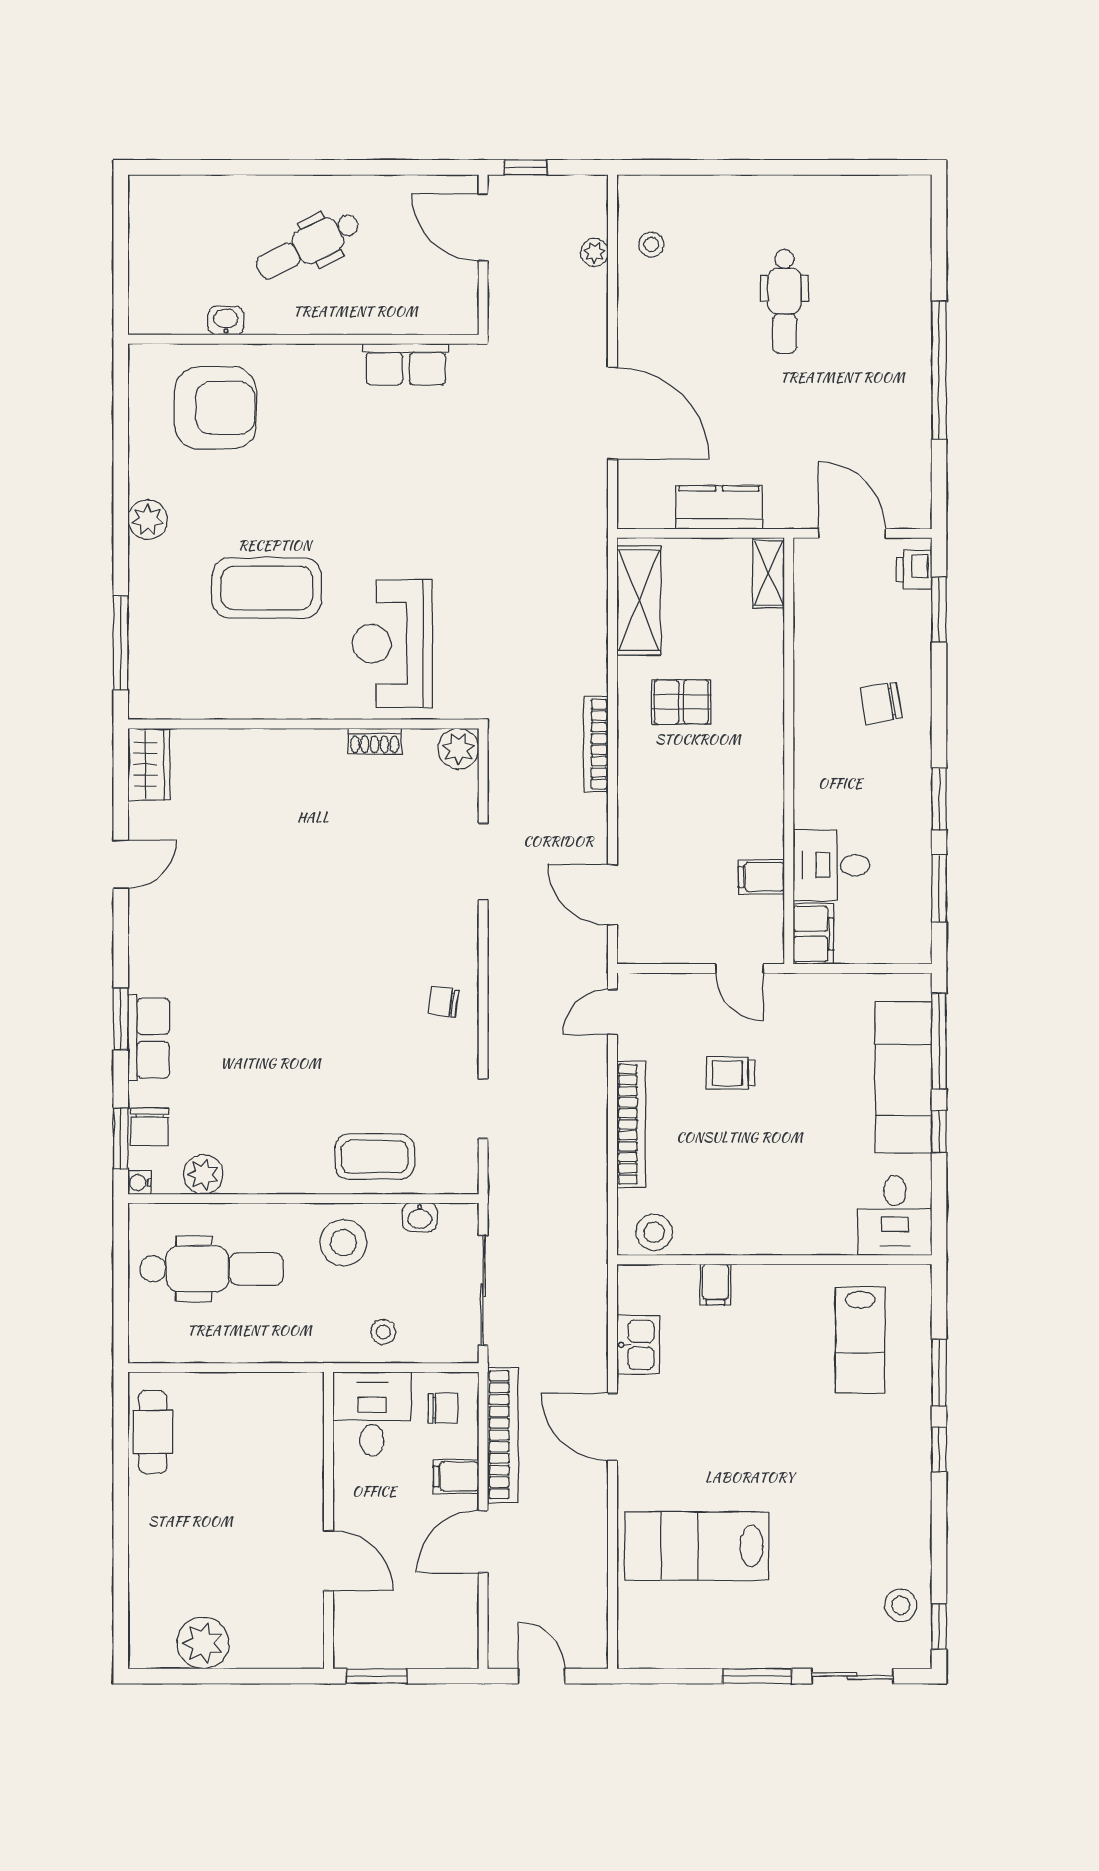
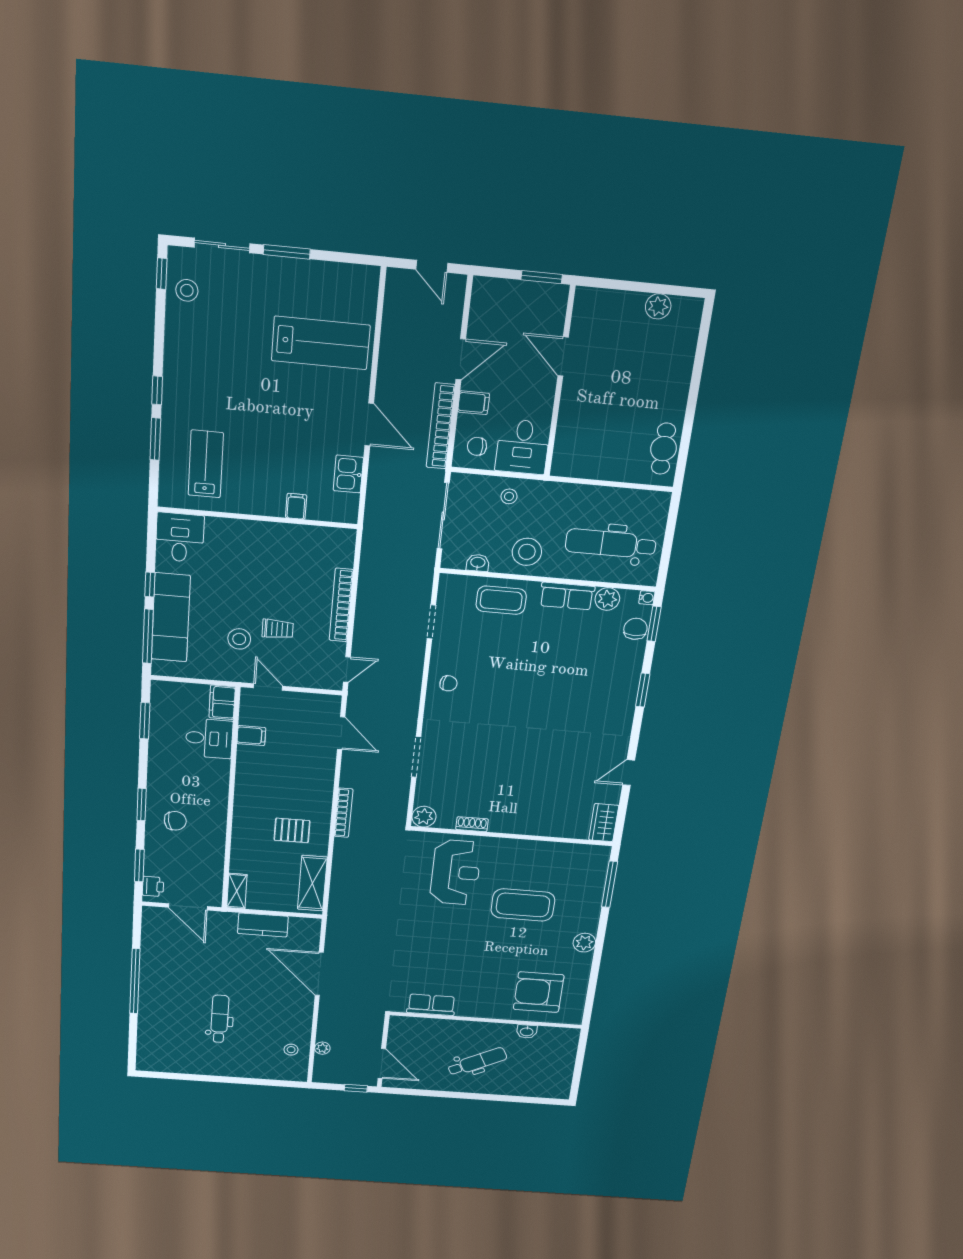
window: (939, 799) -> (142, 805), moved
row of seats: (149, 1038) -> (567, 596), moved, turned -90
stool: (654, 1232) -> (239, 639), moved
plant: (203, 1643) -> (658, 306), width x0.73, depth x0.73

